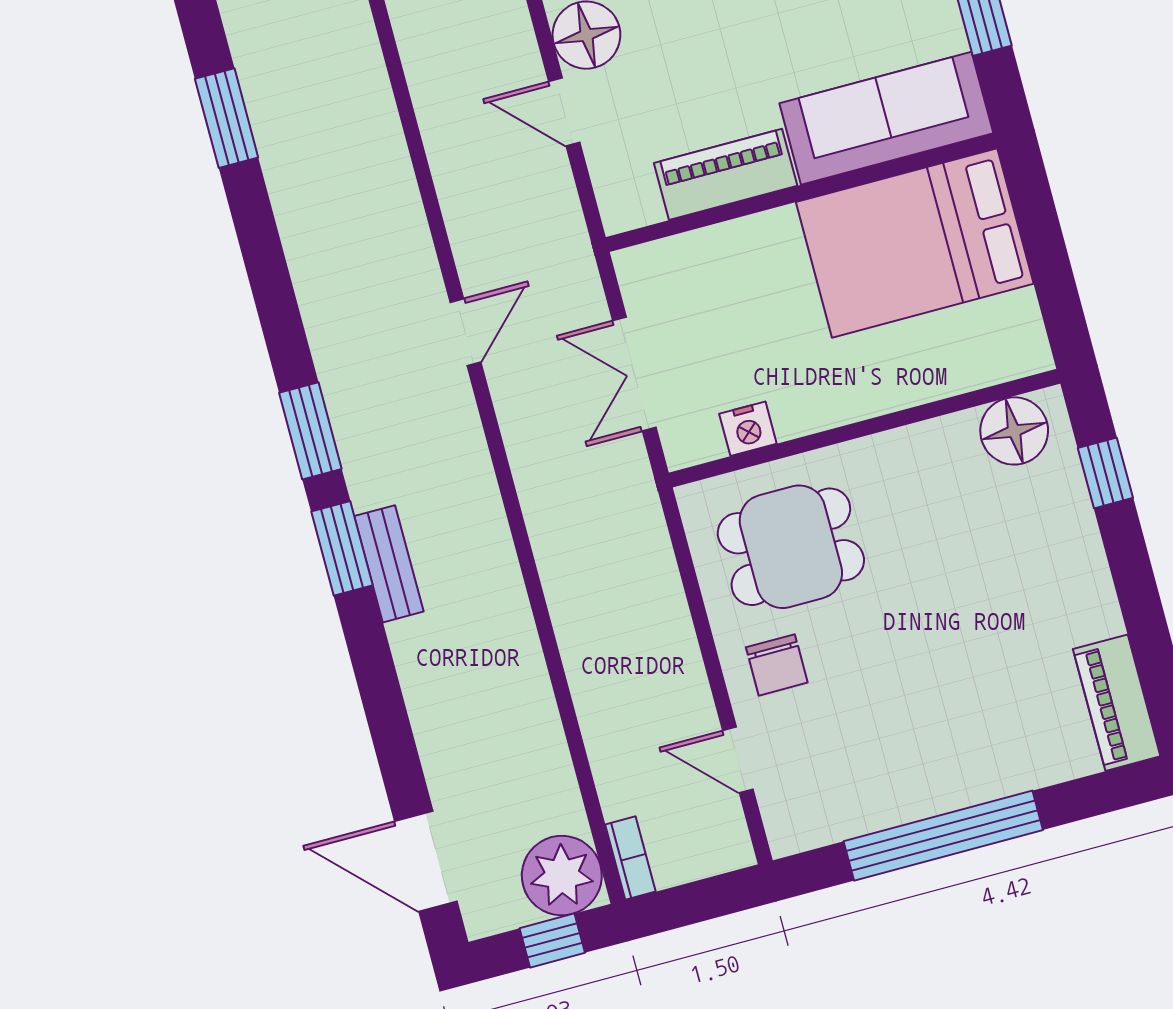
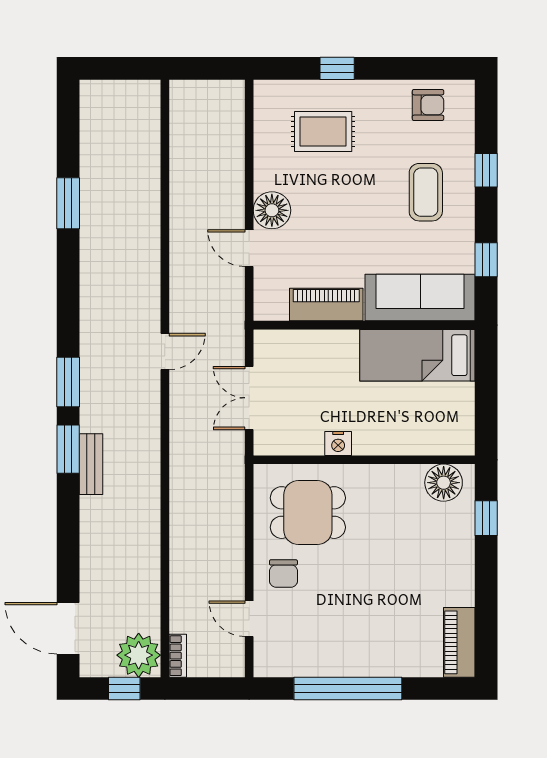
bed: (915, 243) -> (417, 355), width x0.67
nightstand: (748, 429) -> (338, 443), moved

